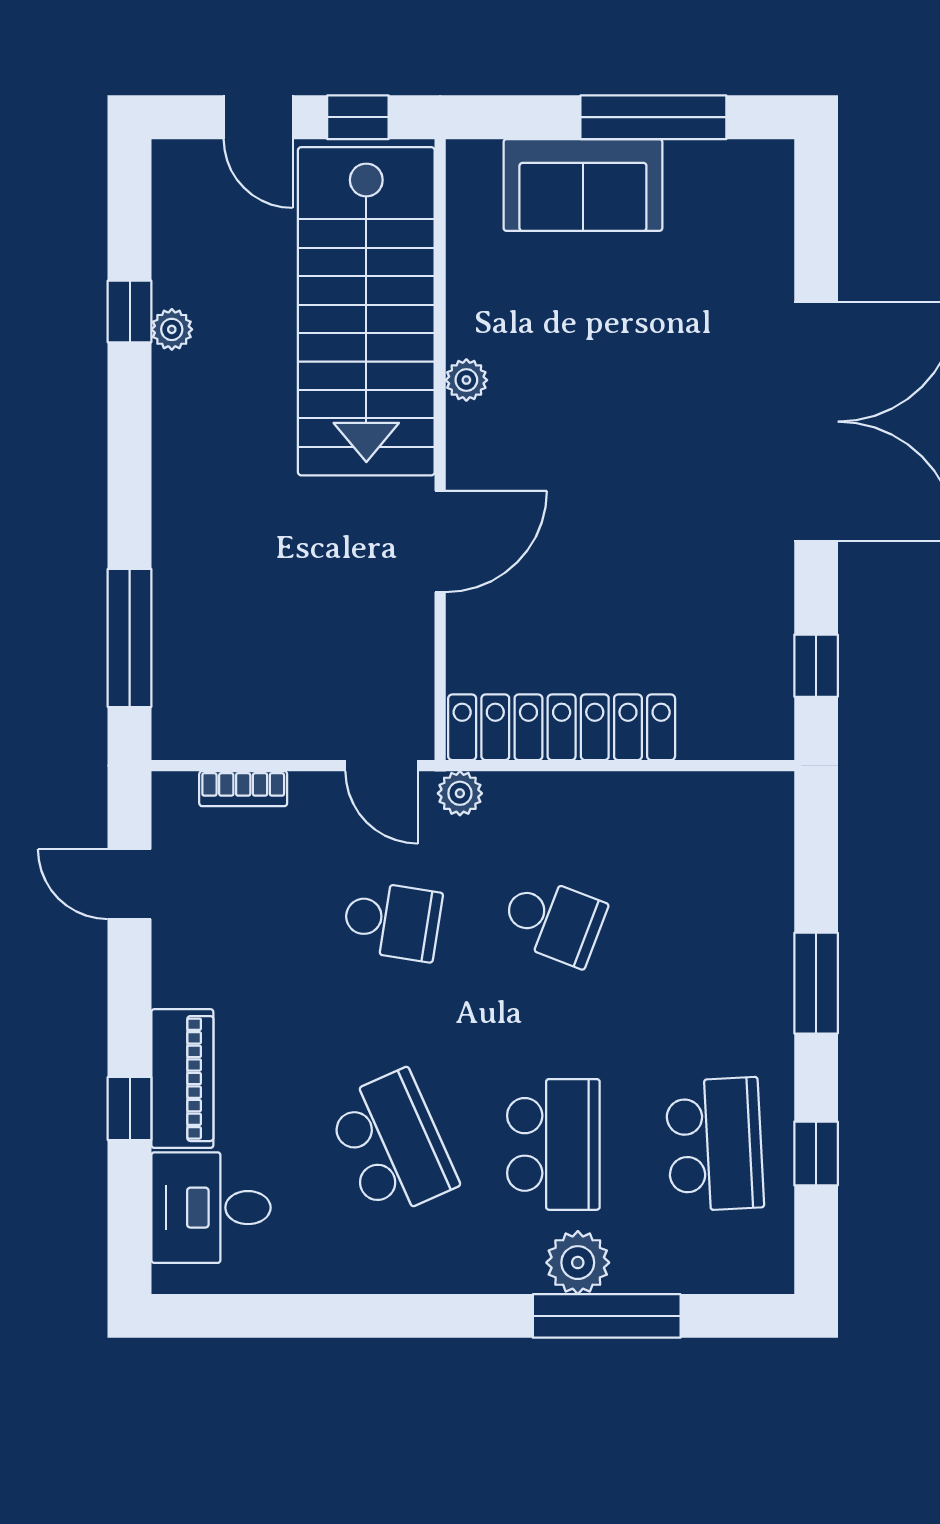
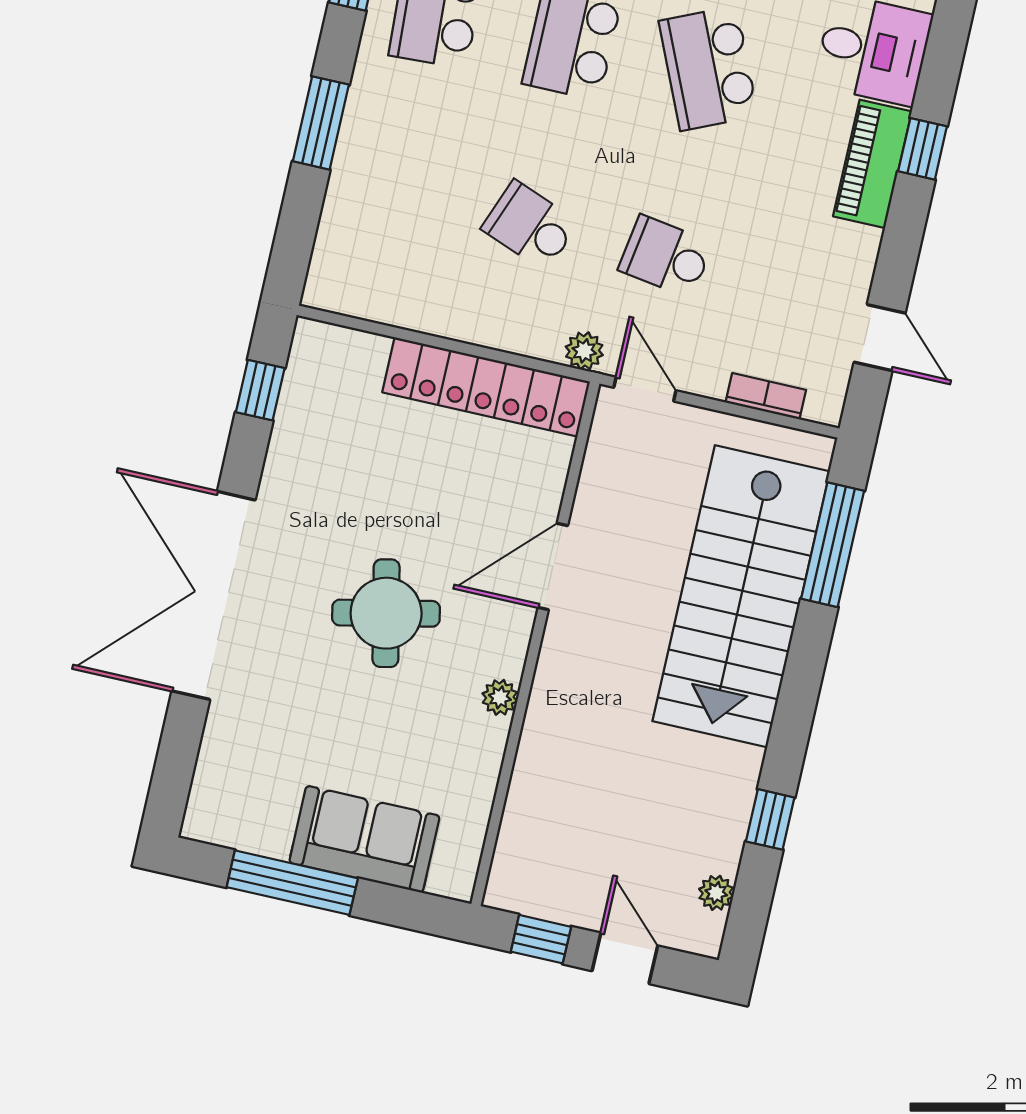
stairs: (366, 311) -> (741, 596), moved, turned 180
plant: (172, 329) -> (716, 893), moved
round table: (617, 446) -> (386, 613), added

